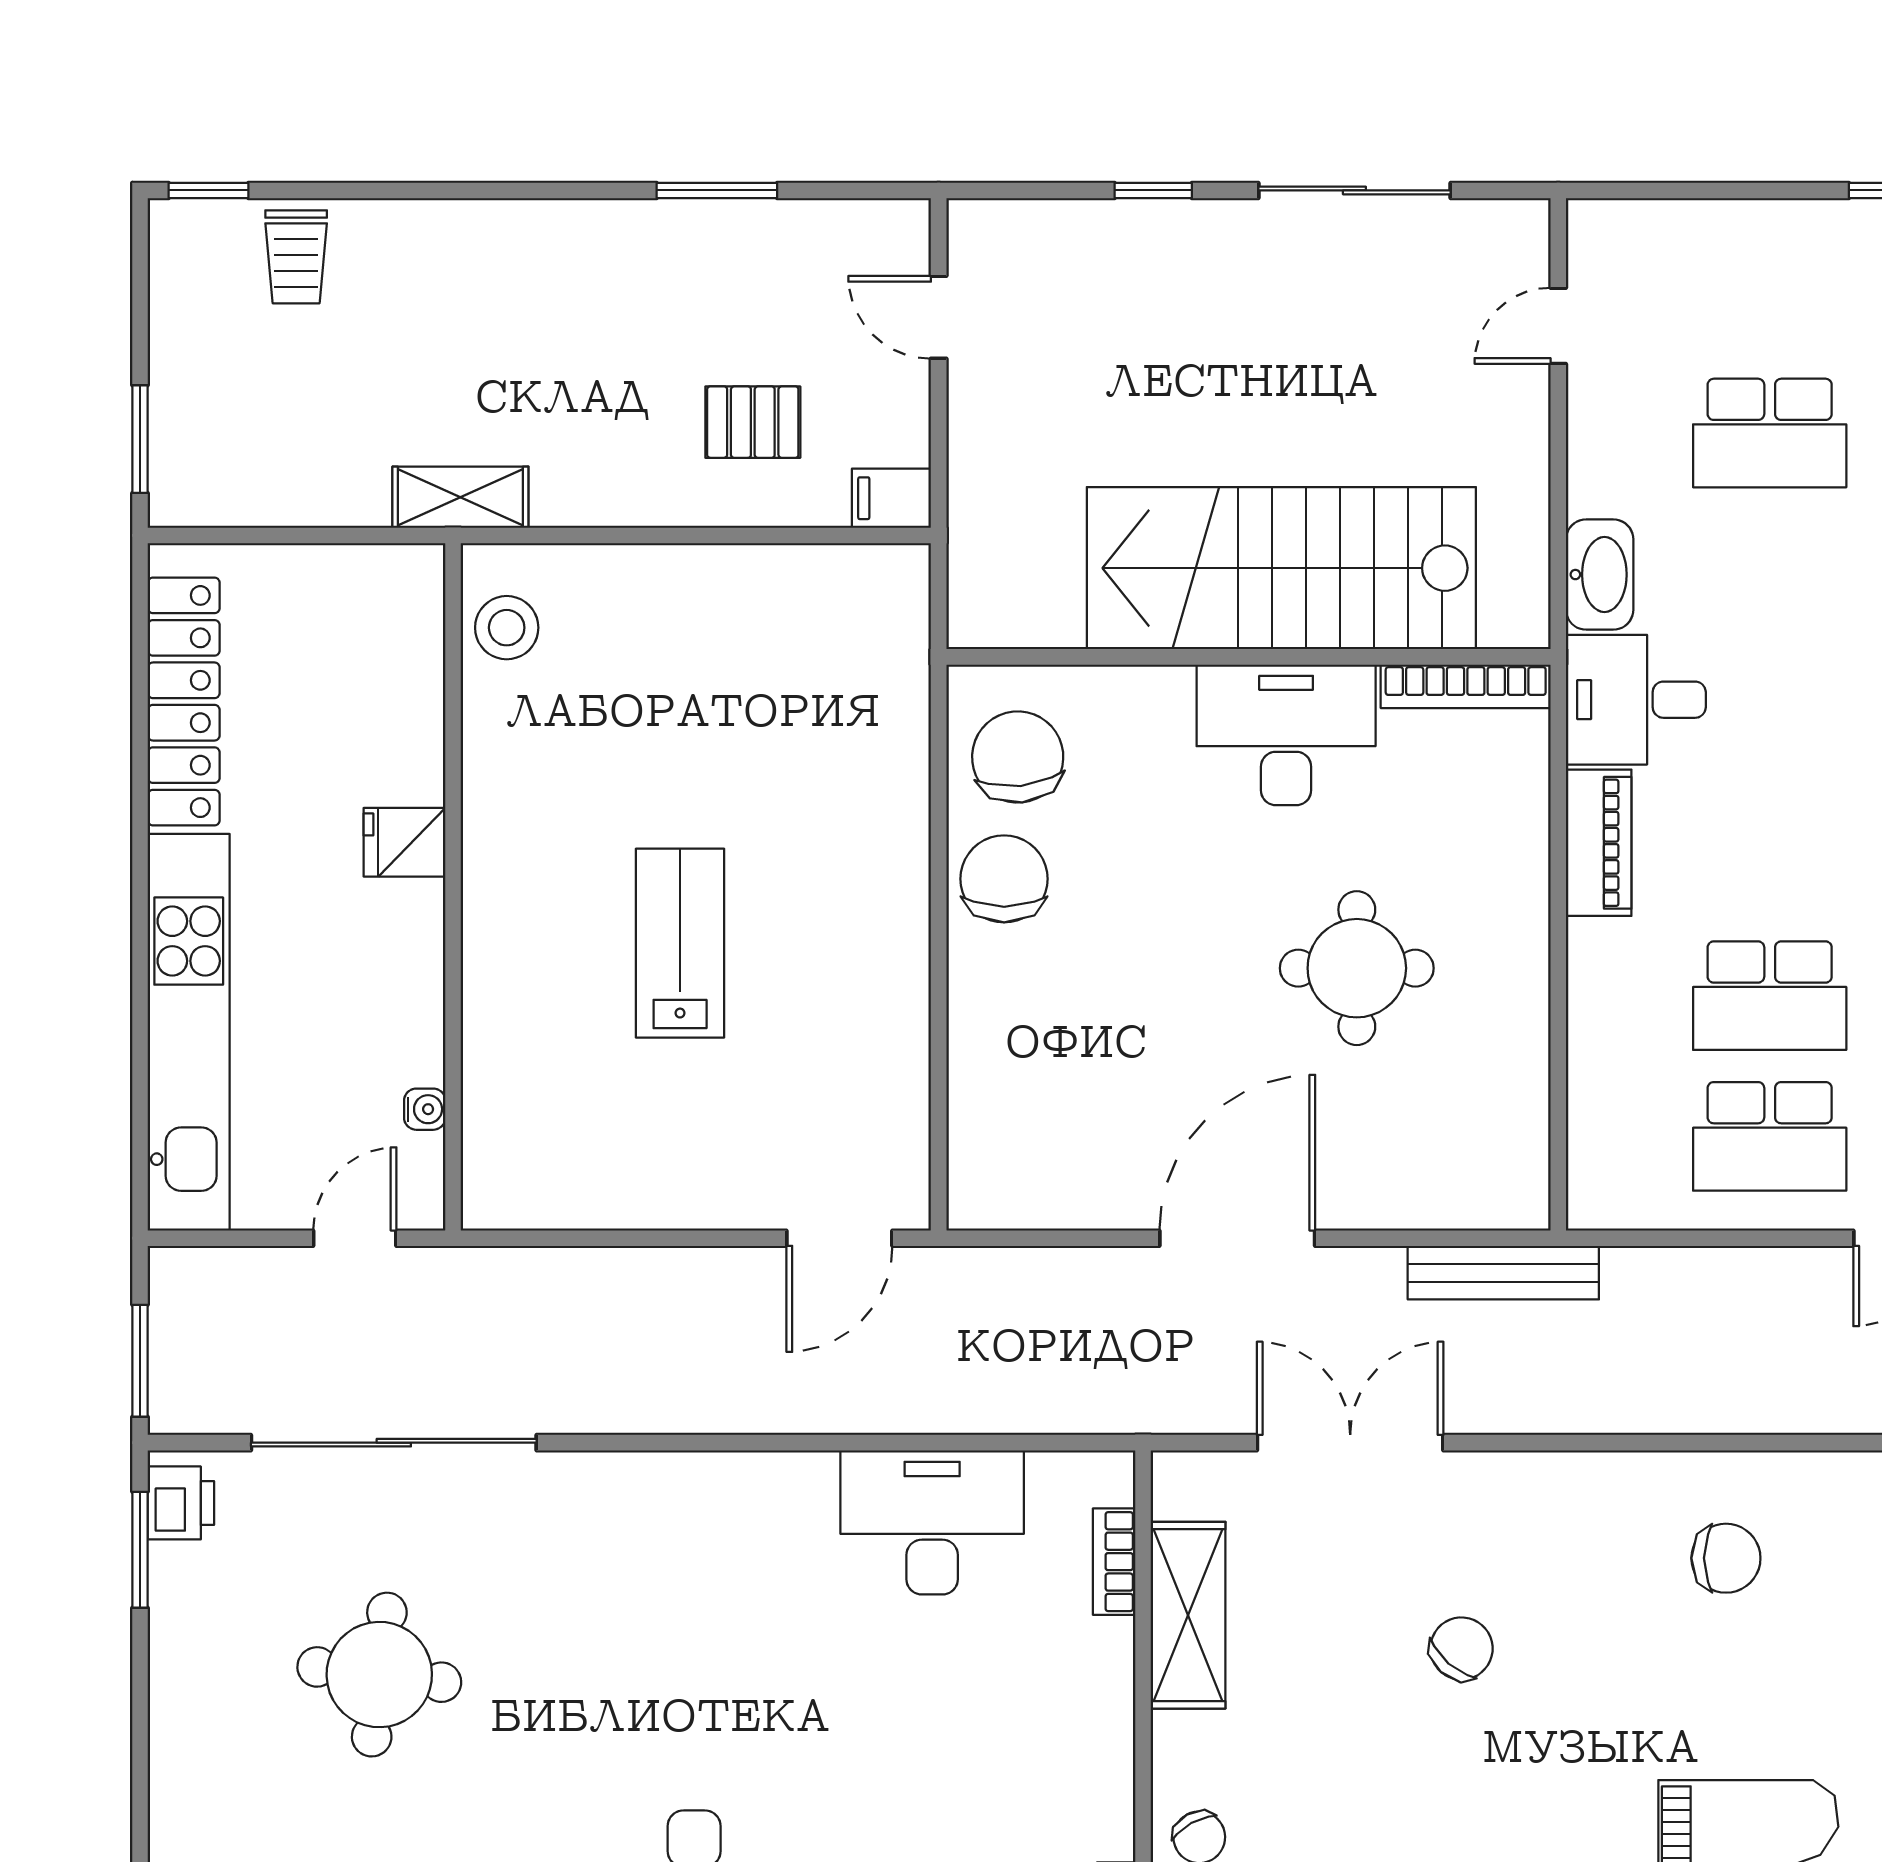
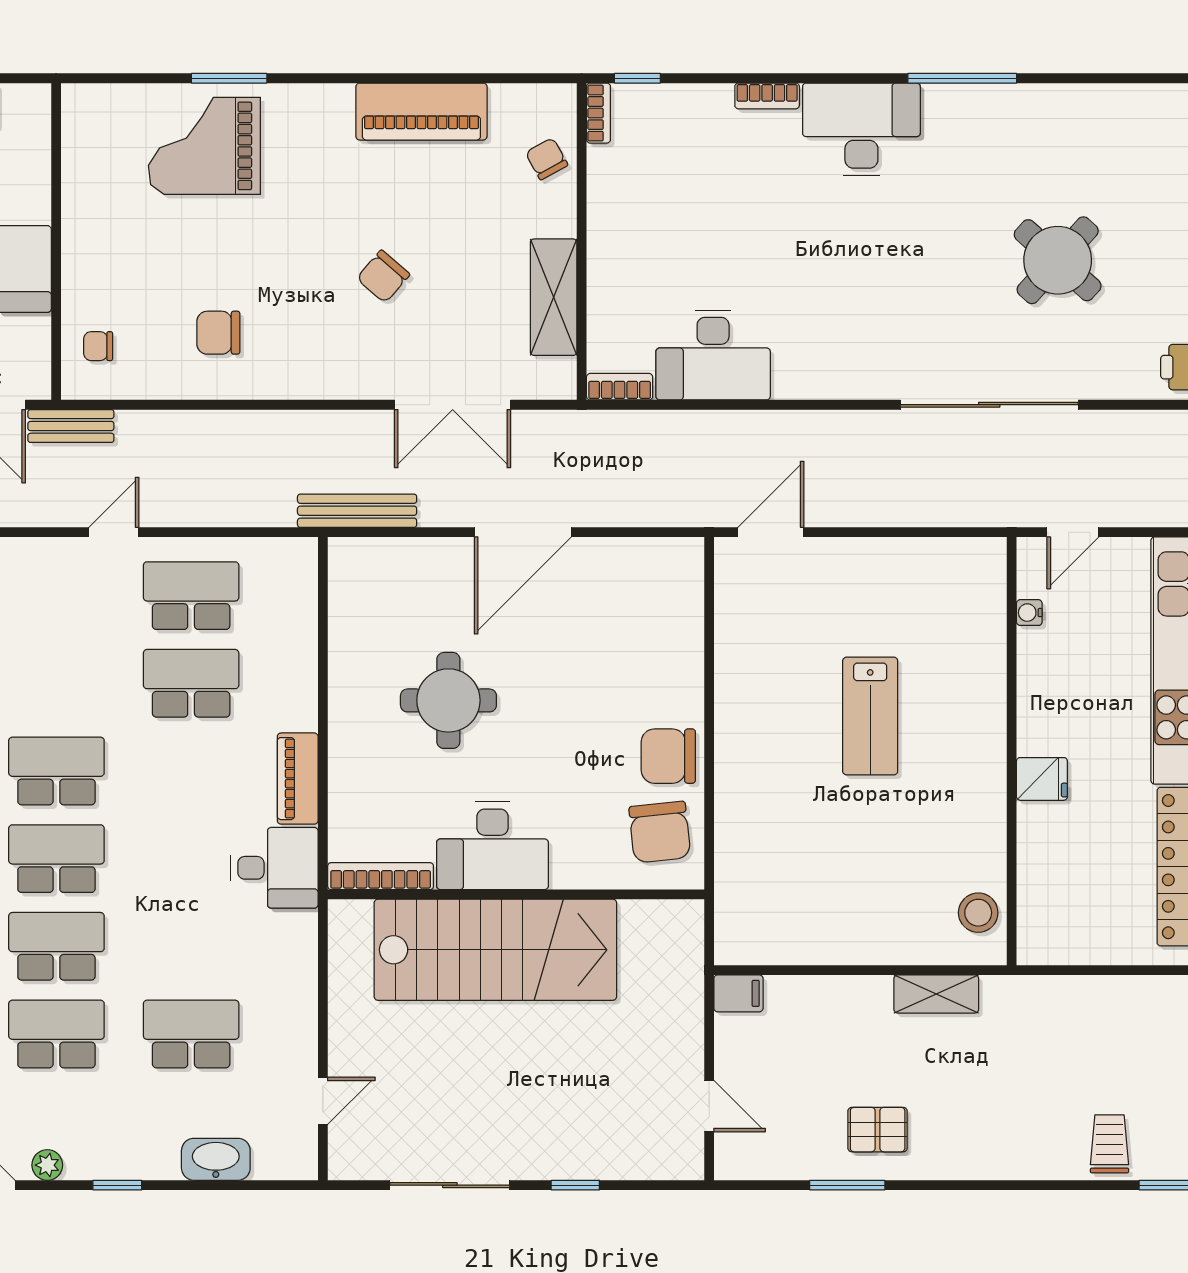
pallet: (753, 422) -> (878, 1130), moved
shelving: (460, 497) -> (936, 994), moved
washbasin: (1600, 575) -> (216, 1159), moved, turned 90
chair: (1004, 879) -> (668, 756), turned 90
sliding door: (394, 1443) -> (989, 405), moved
bookcase: (1114, 1562) -> (620, 387), moved, turned -90
round table: (379, 1675) -> (1058, 260), turned 35

